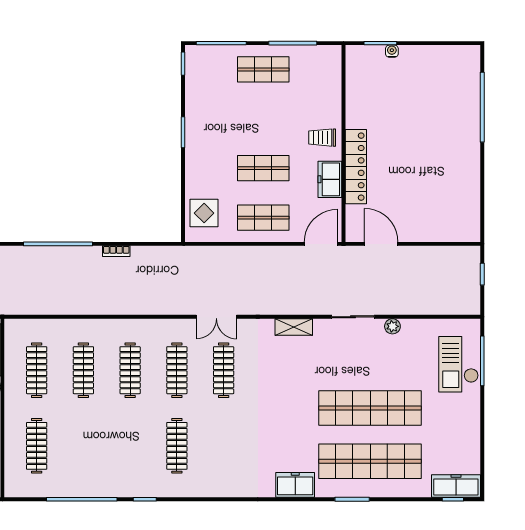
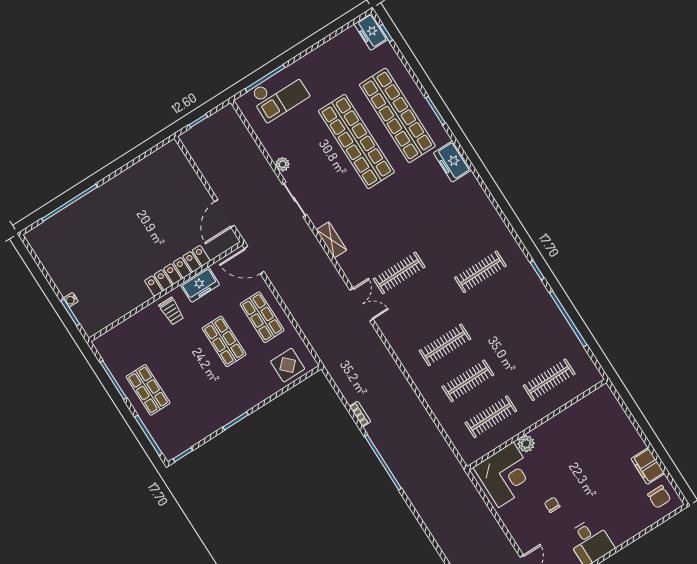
clothes rail: (177, 370) -> (422, 309), removed
freezer: (456, 486) -> (371, 32), width x0.71

